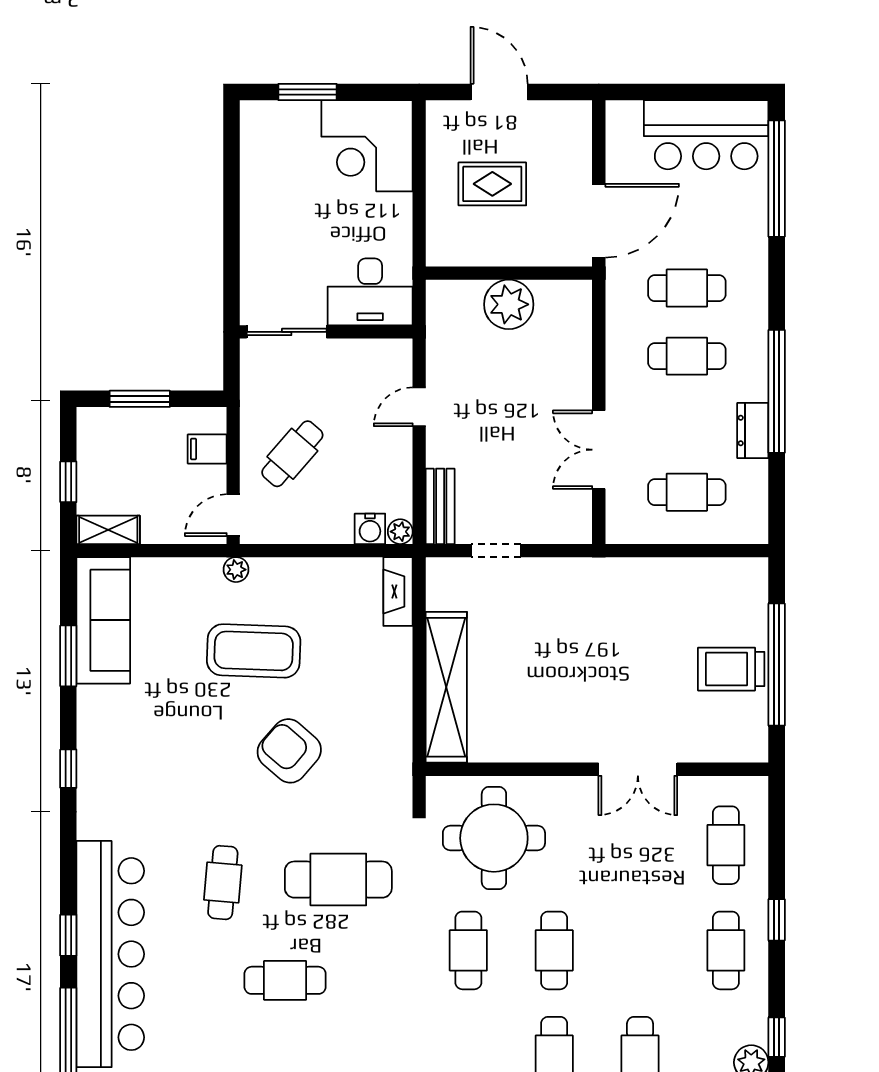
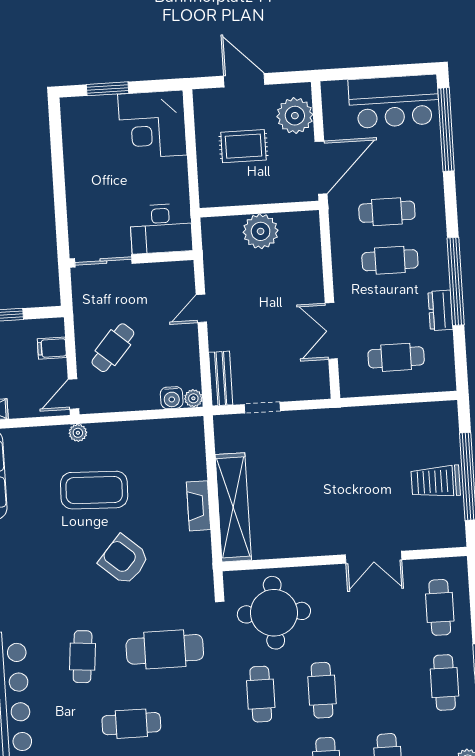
plant: (567, 146) -> (295, 116), added
fireplace: (398, 592) -> (199, 506), moved

